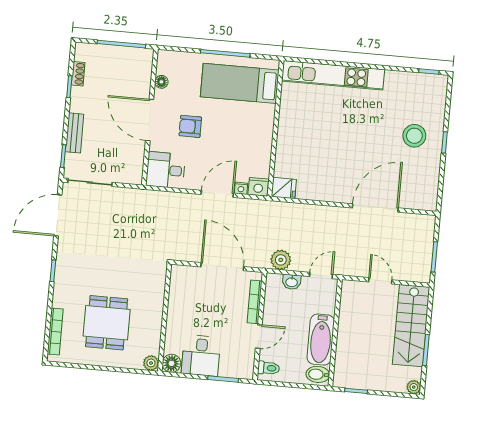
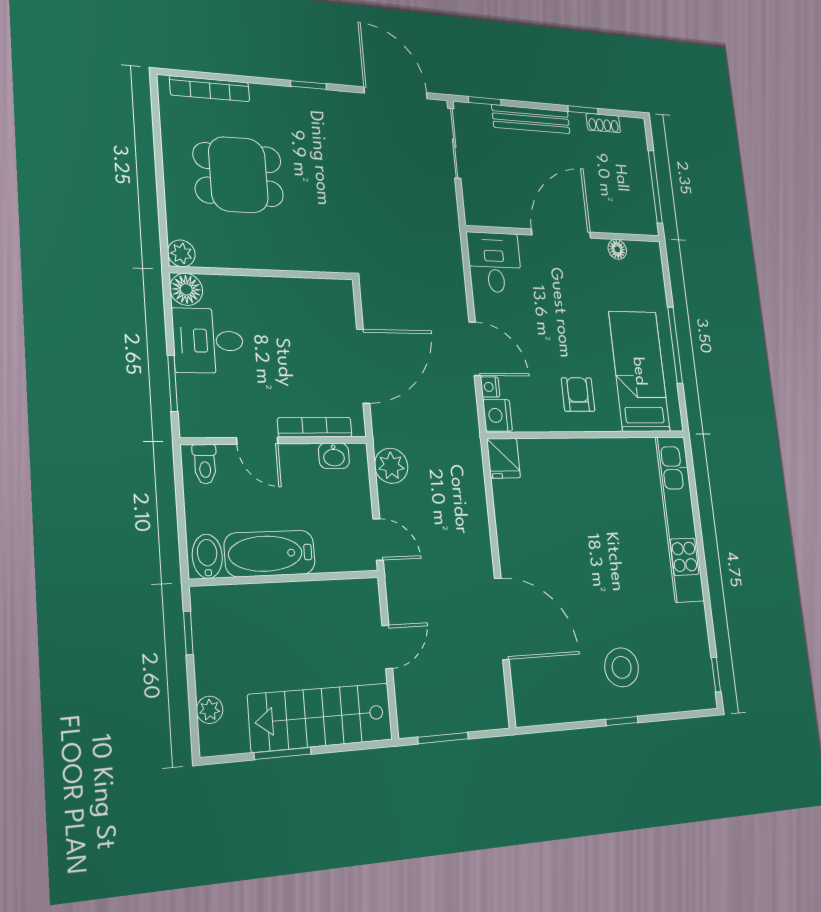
armchair: (190, 126) -> (578, 395), moved
bench: (75, 133) -> (531, 119), width x1.36
washbasin: (292, 282) -> (334, 456), moved, turned -90
plant: (414, 387) -> (210, 710), moved

